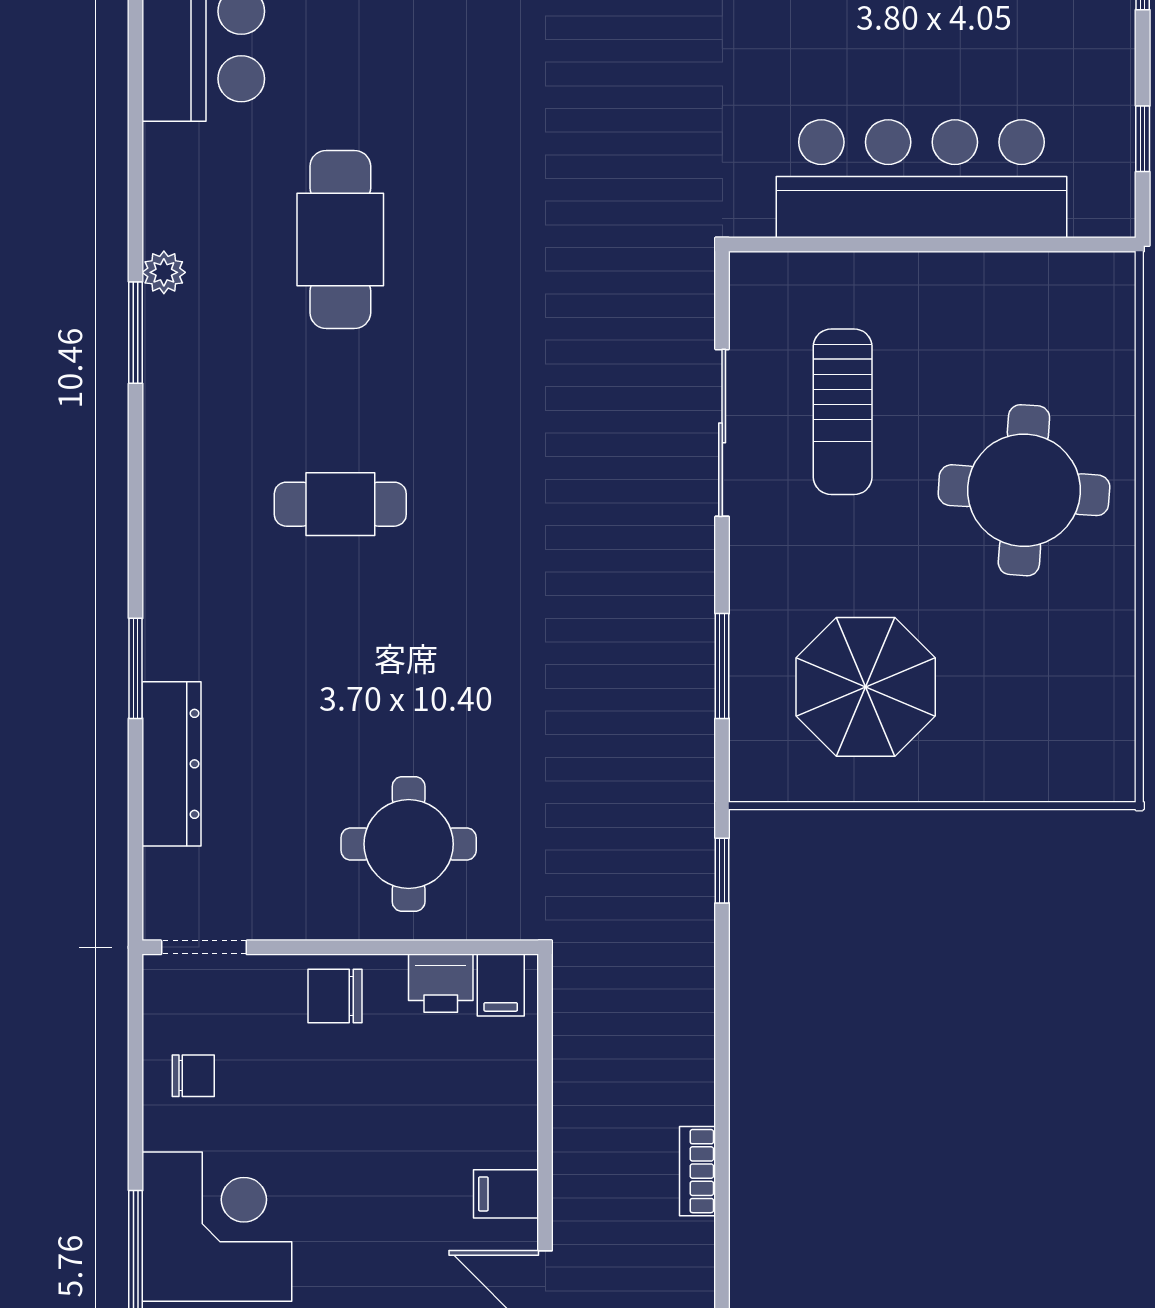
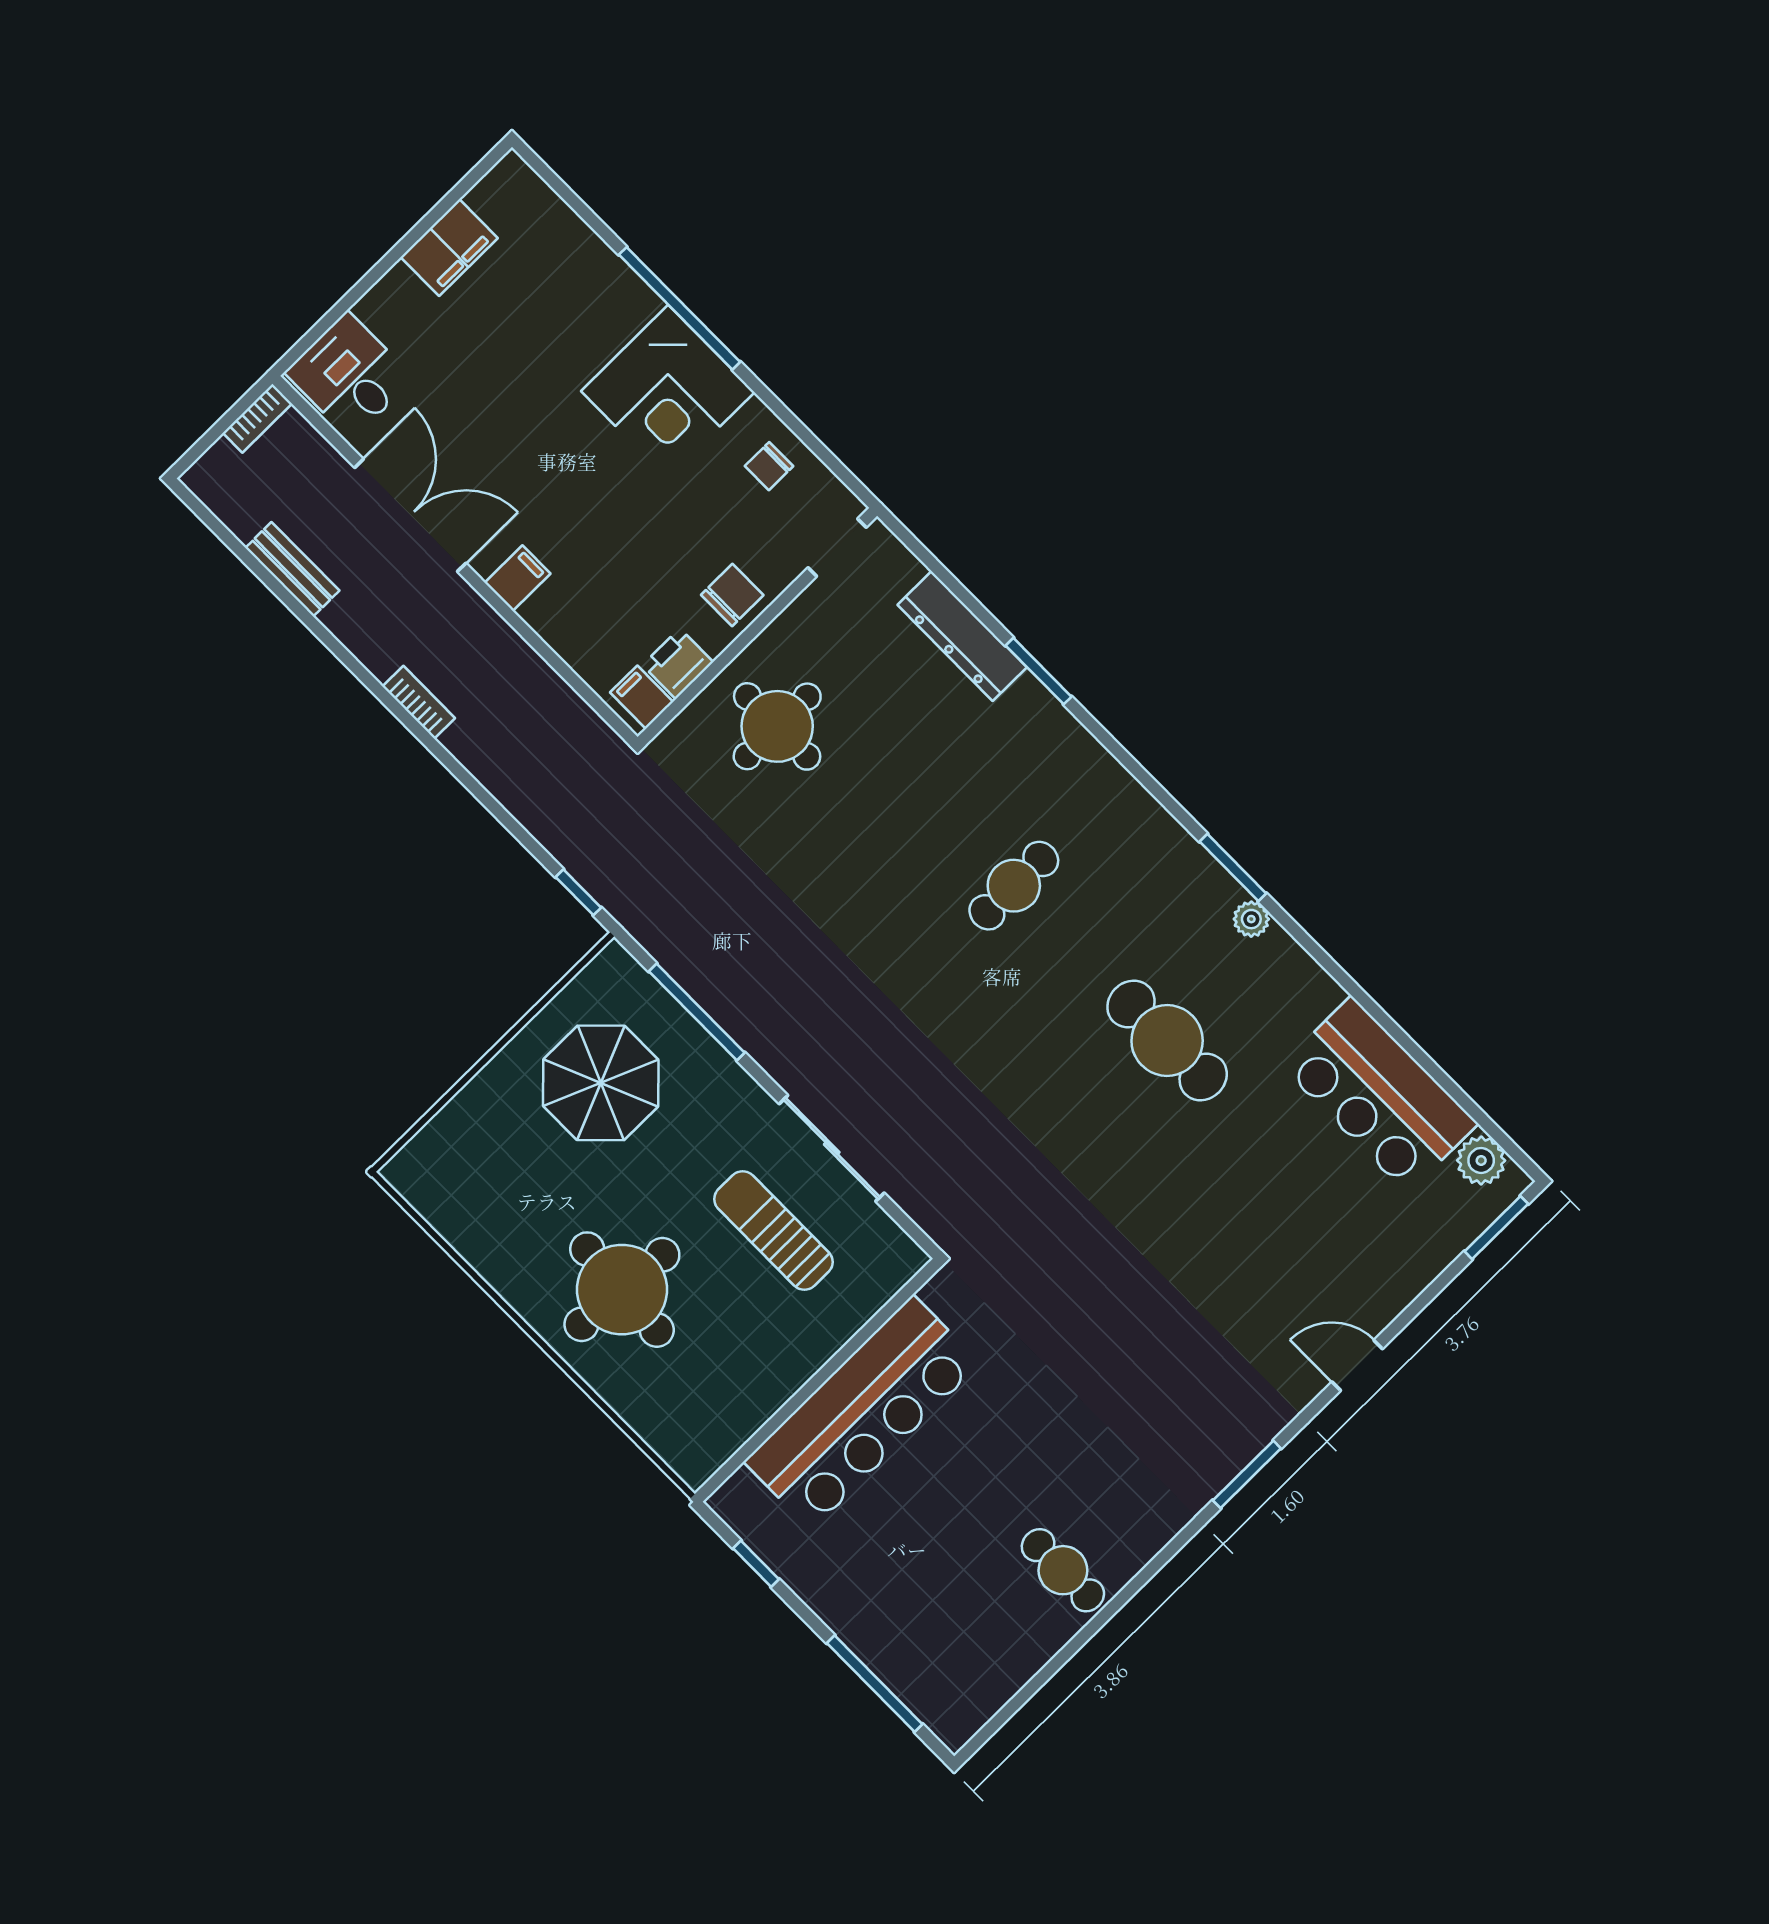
window: (722, 666) -> (697, 1012), width x1.44

